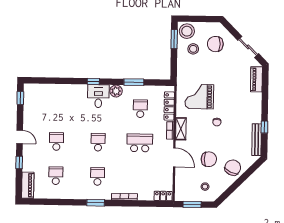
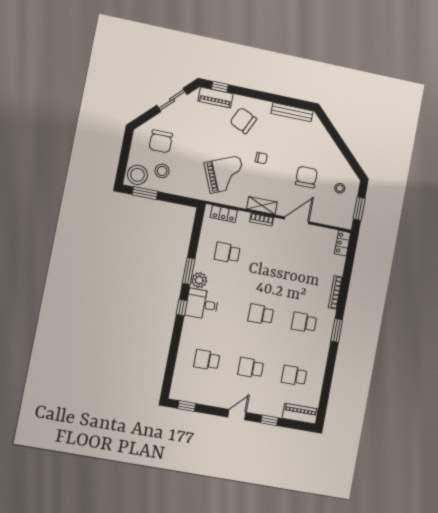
window: (134, 82) -> (189, 271), moved
grand piano: (199, 97) -> (225, 174), turned -113
locker: (169, 106) -> (224, 214), width x0.66
window: (264, 127) -> (220, 87), moved
school desk: (140, 143) -> (207, 360), moved, width x0.54
chair: (233, 168) -> (243, 121), moved

